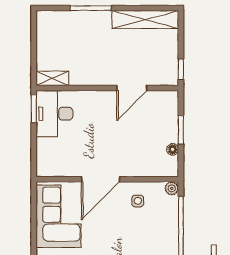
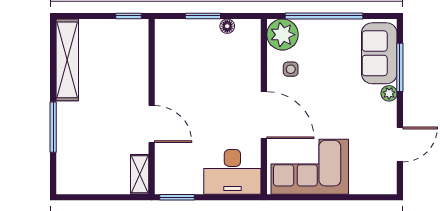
door: (132, 88) -> (152, 124), moved
desk: (54, 114) -> (232, 172), moved
plant: (172, 188) -> (283, 35), width x1.87, depth x1.87

